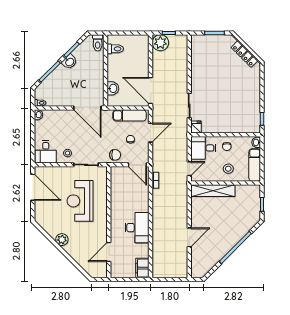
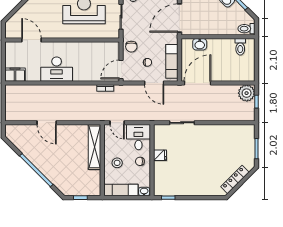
fridge: (196, 127) -> (160, 155), moved

